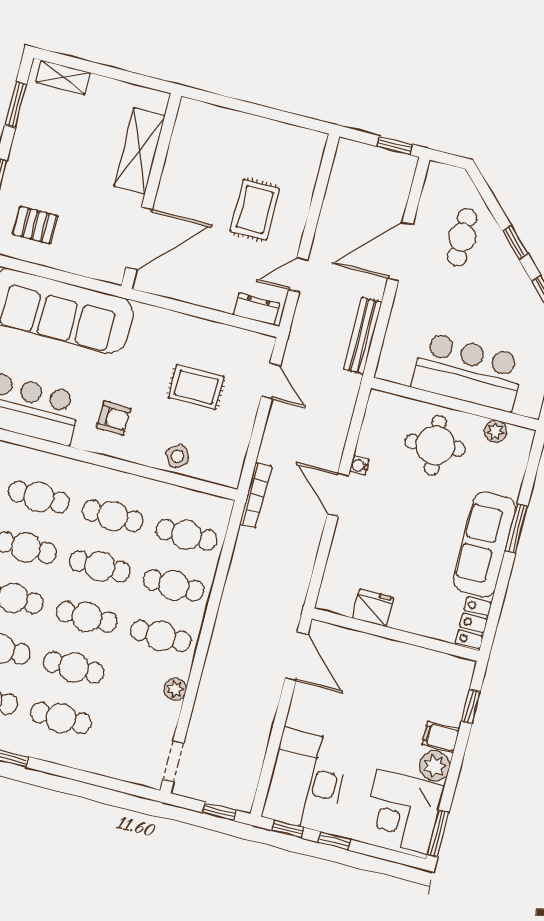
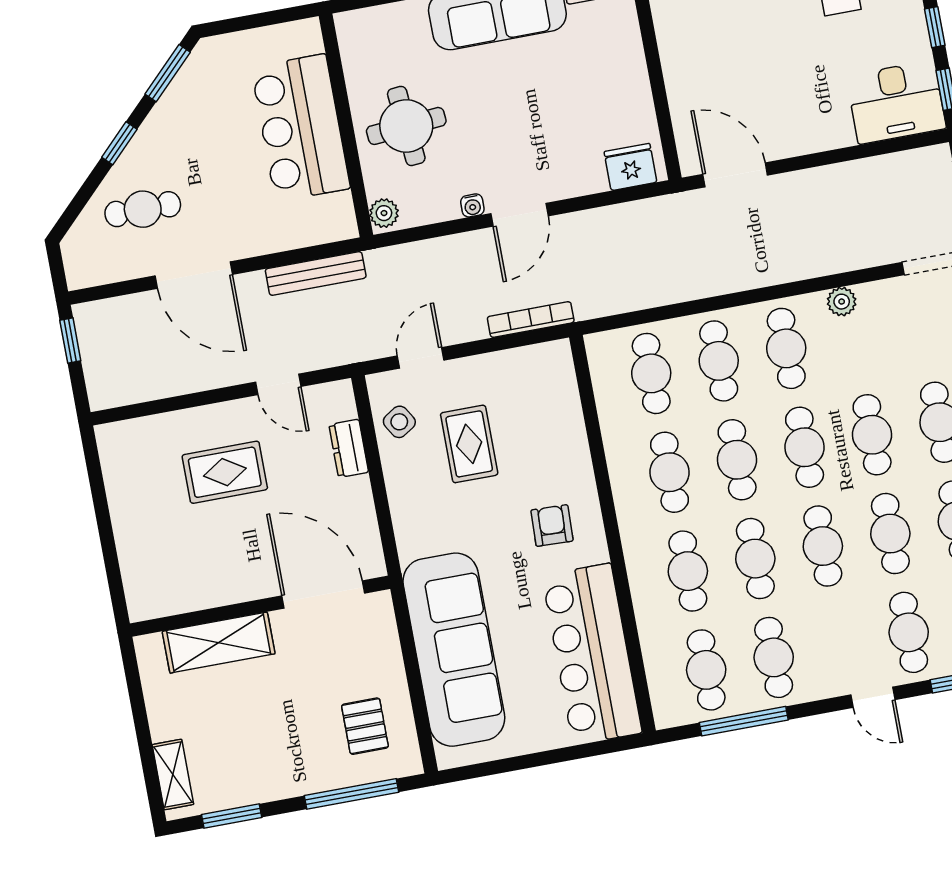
dresser: (256, 309) -> (349, 448), moved
plant: (495, 431) -> (384, 213), moved
side table: (177, 456) -> (399, 422), moved
bookcase: (255, 495) -> (531, 320), moved
fridge: (373, 608) -> (630, 167), moved, turned 90
door: (297, 656) -> (735, 175), hinge flipped
desk: (306, 780) -> (896, 102), width x0.73, depth x0.77

